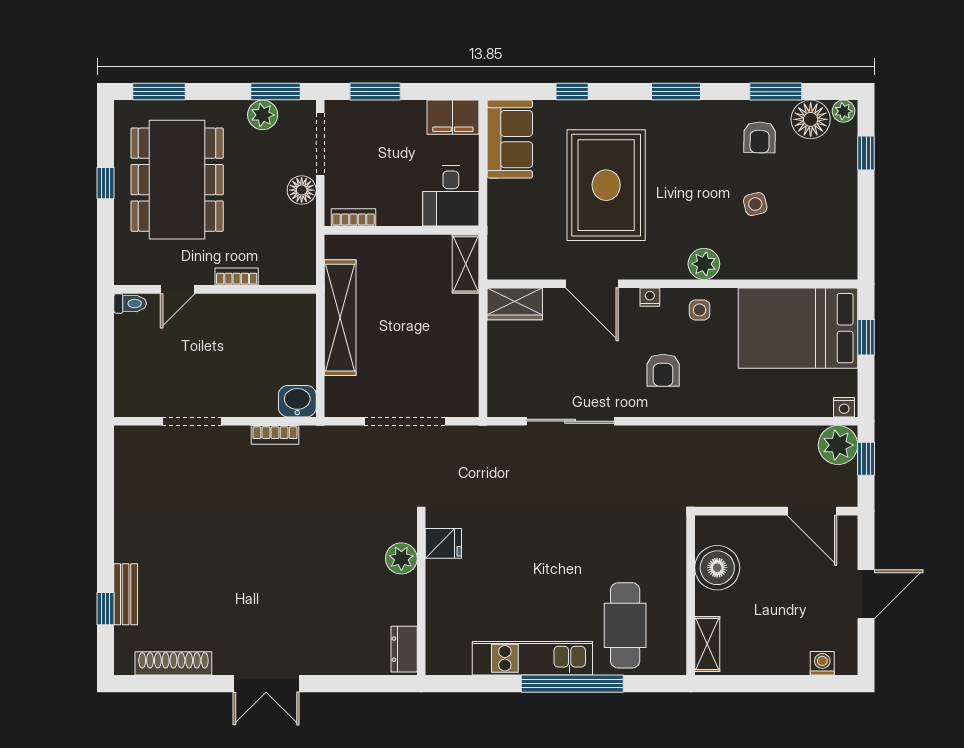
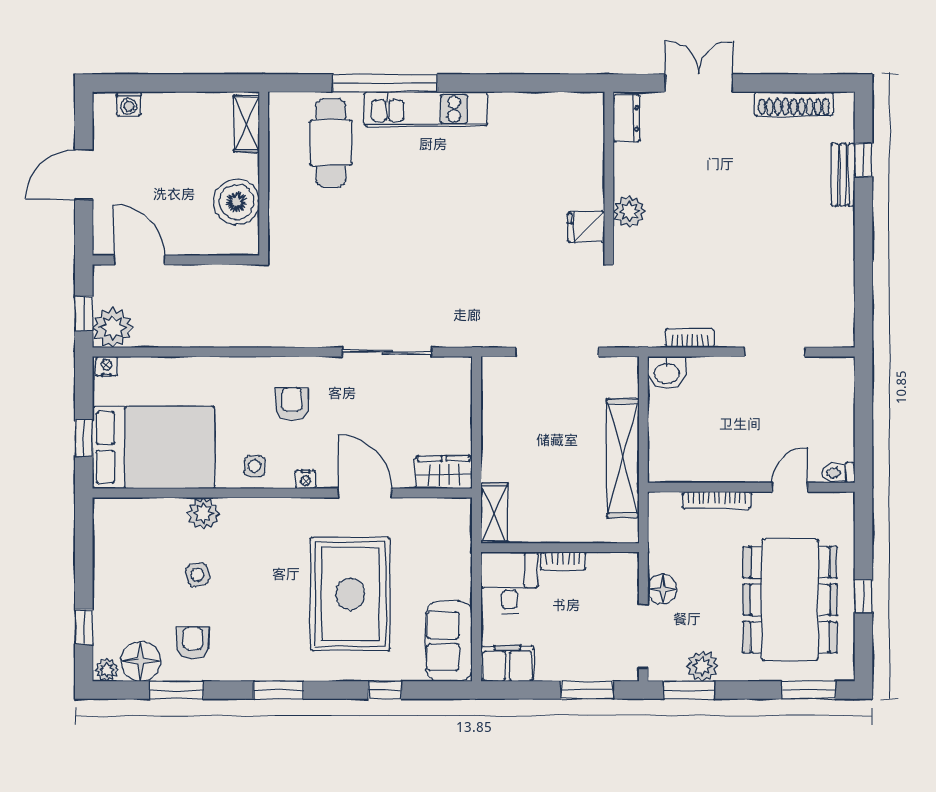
bookcase: (353, 217) -> (563, 561), moved
plant: (704, 264) -> (204, 513), moved
bookcase: (237, 277) -> (717, 500), width x1.56
fridge: (443, 543) -> (586, 227), moved
plant: (401, 558) -> (629, 211), moved
wall: (421, 595) -> (609, 174), moved
dresser: (404, 649) -> (626, 118), moved

